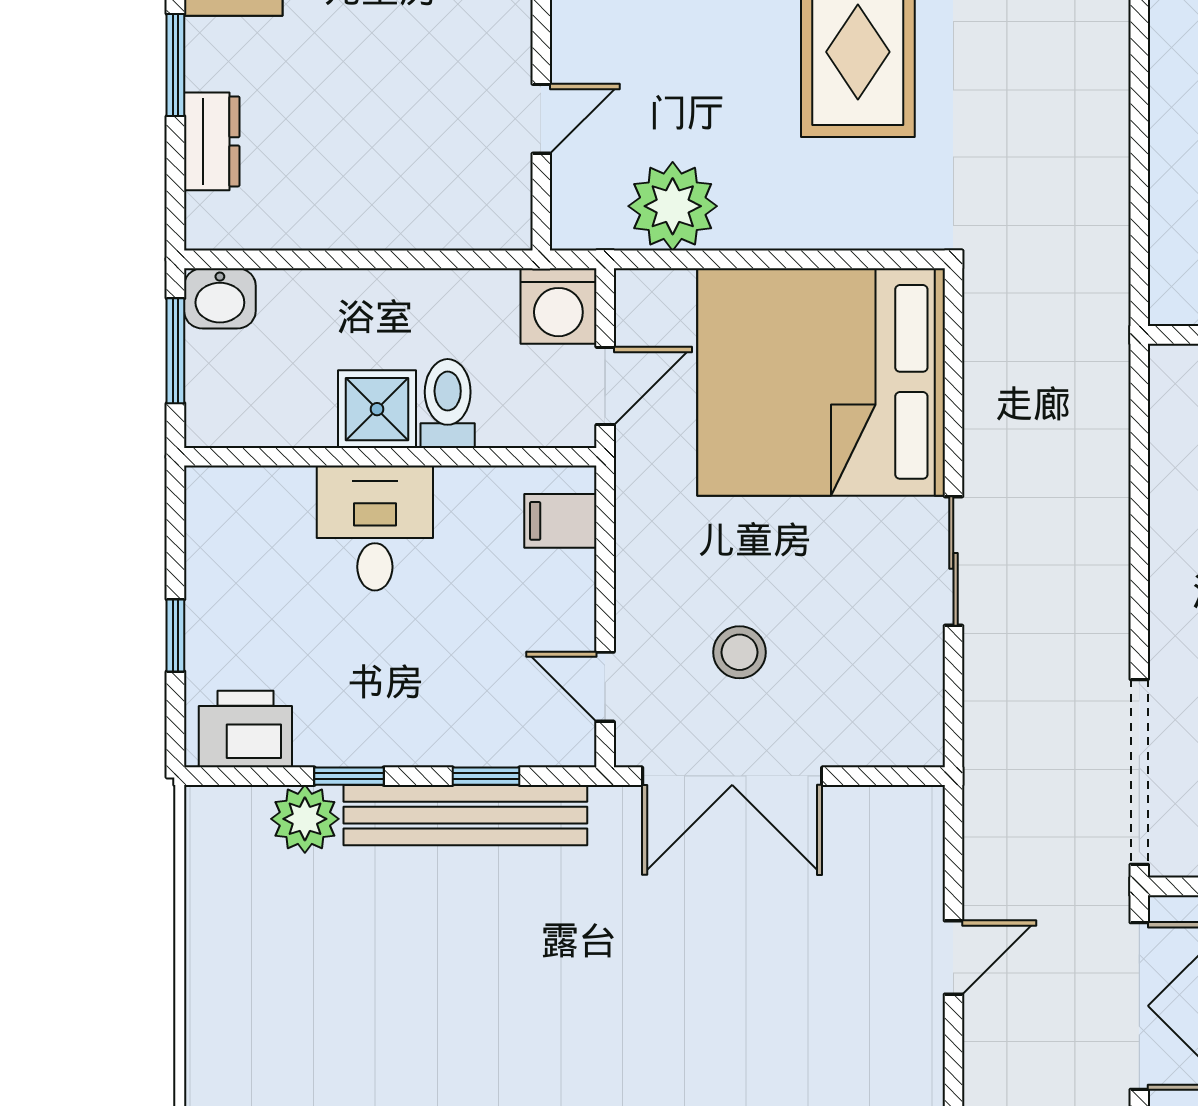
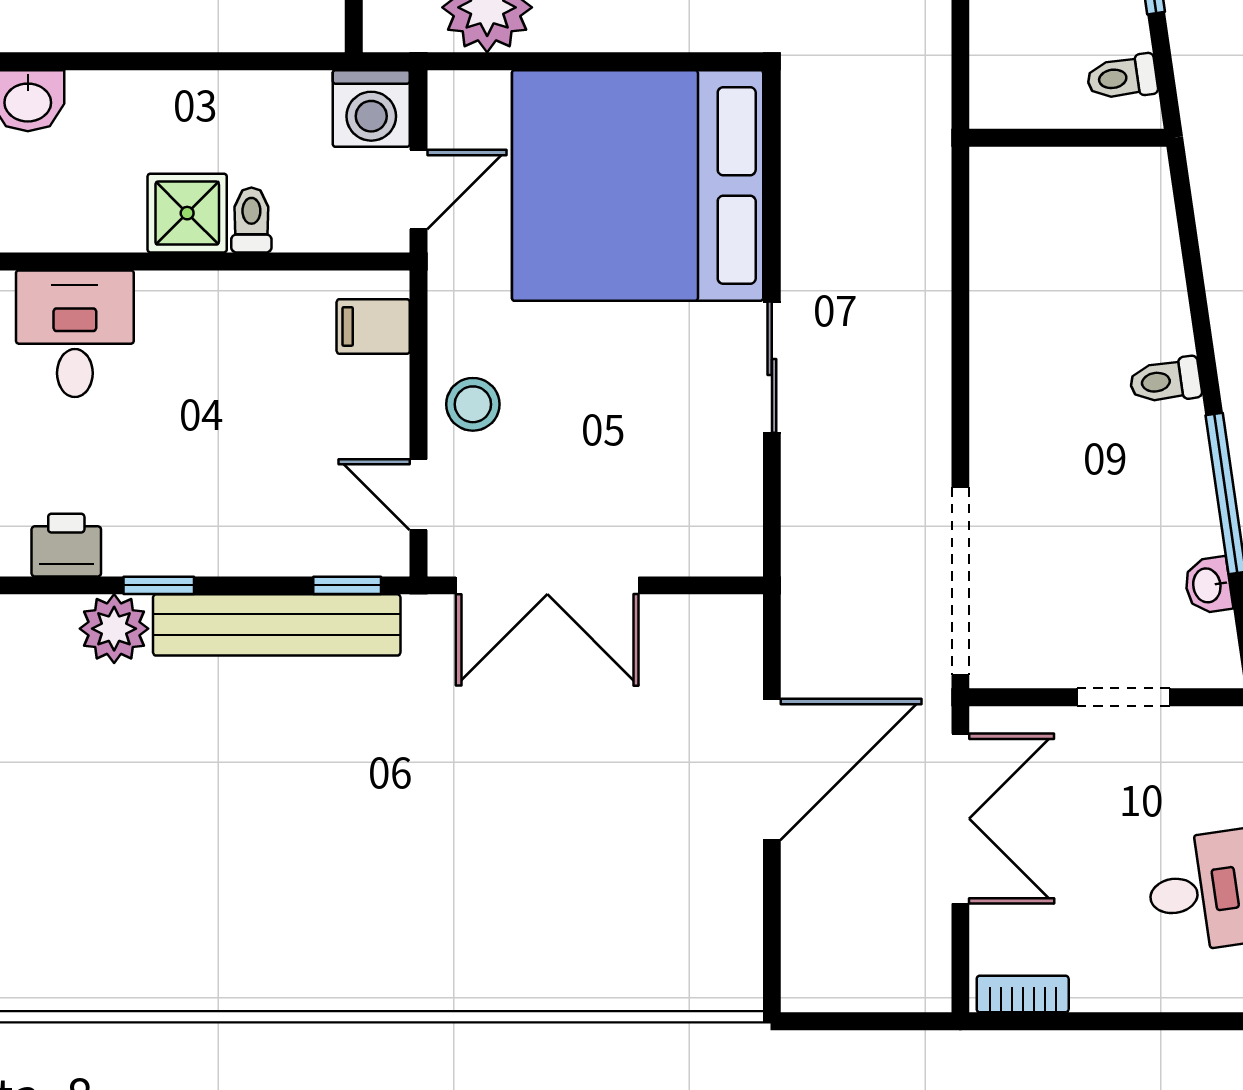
toilet: (448, 404) -> (251, 220), width x0.73, depth x0.72
desk: (375, 528) -> (75, 334), moved
stool: (740, 652) -> (473, 404), moved
printer: (245, 729) -> (66, 545), width x0.73, depth x0.81
window: (486, 776) -> (347, 585), moved
door: (953, 958) -> (772, 769), width x1.88

